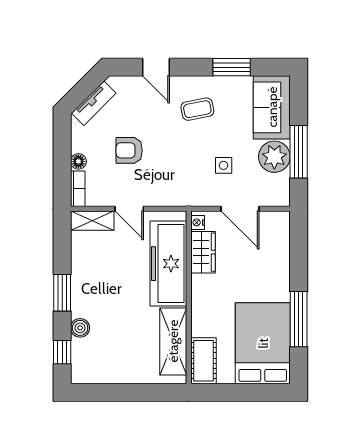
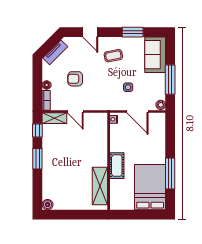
plant: (274, 157) -> (161, 105), moved, width x0.53, depth x0.53
wardrobe: (203, 252) -> (117, 136), removed
freezer: (168, 264) -> (97, 142), removed
boiler: (80, 328) -> (48, 205), moved
window: (62, 352) -> (37, 131), moved
cot: (204, 361) -> (117, 166), moved

